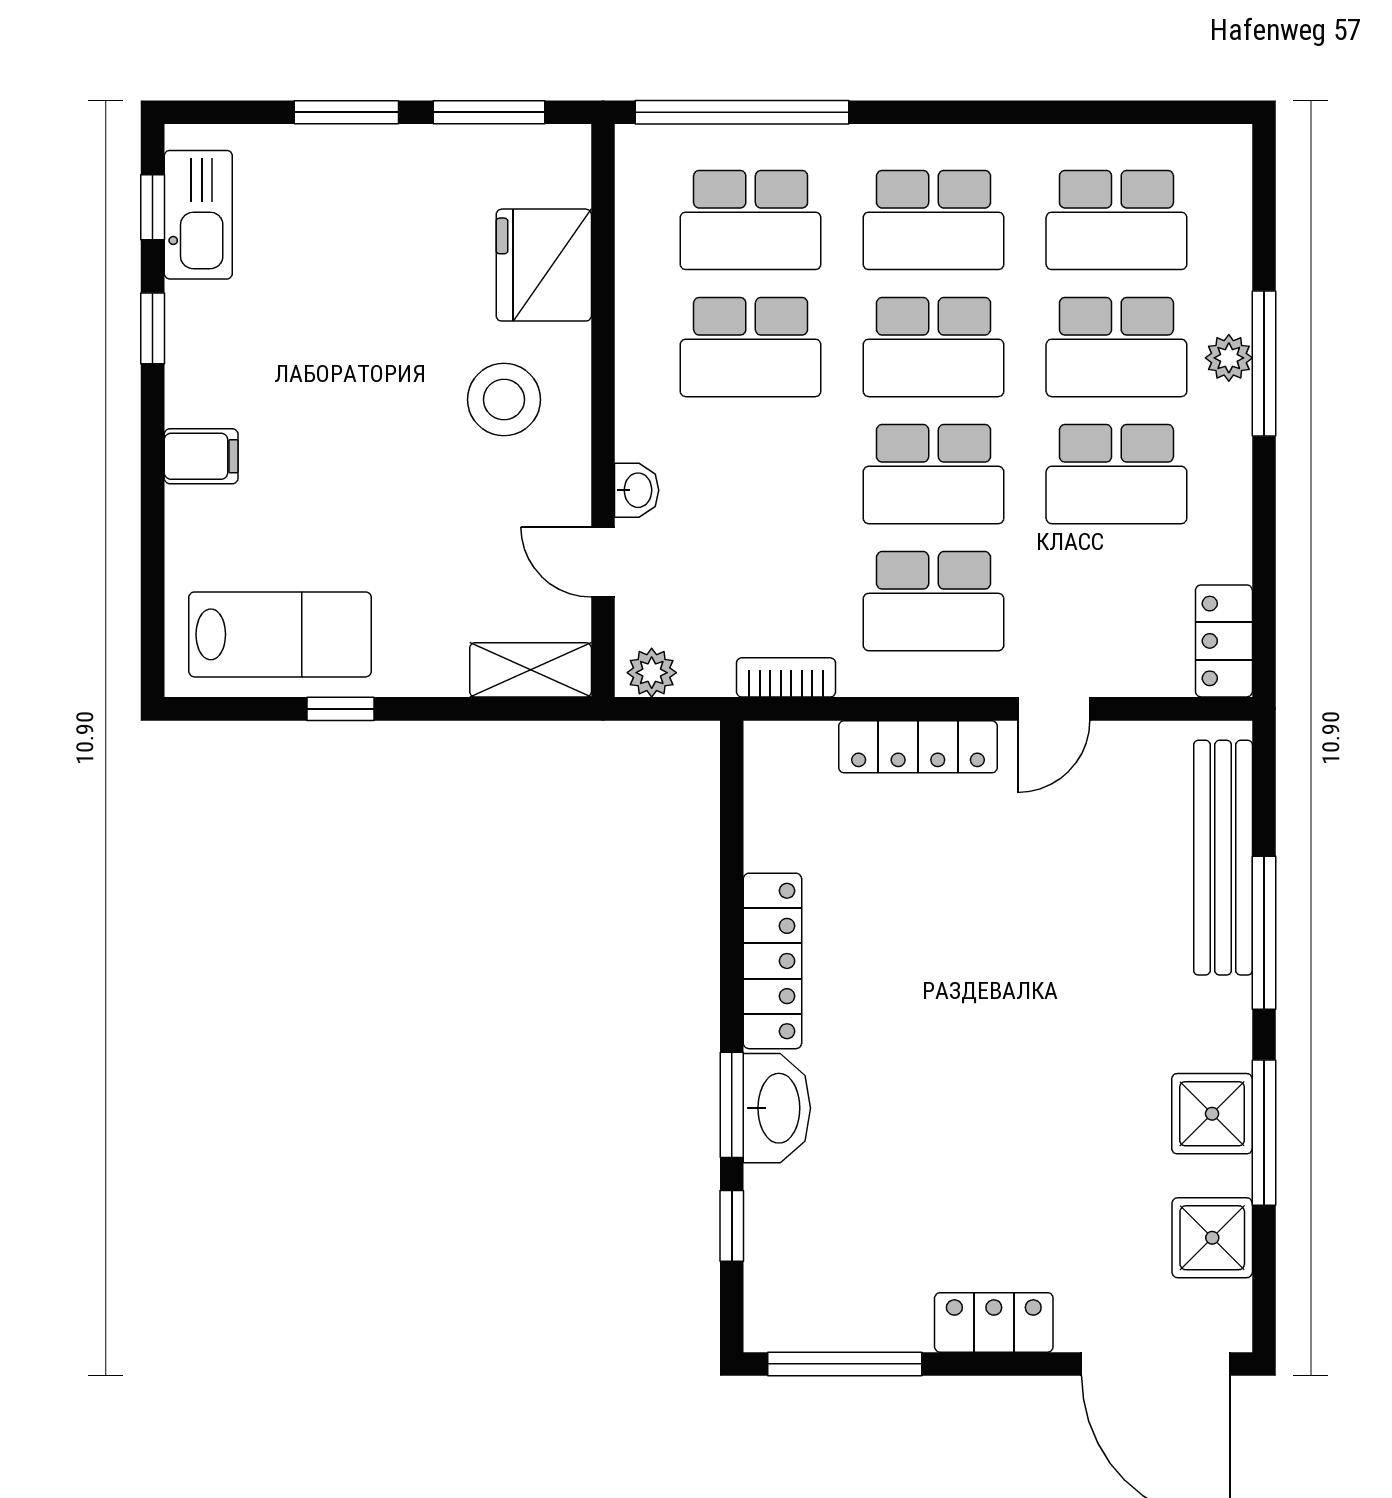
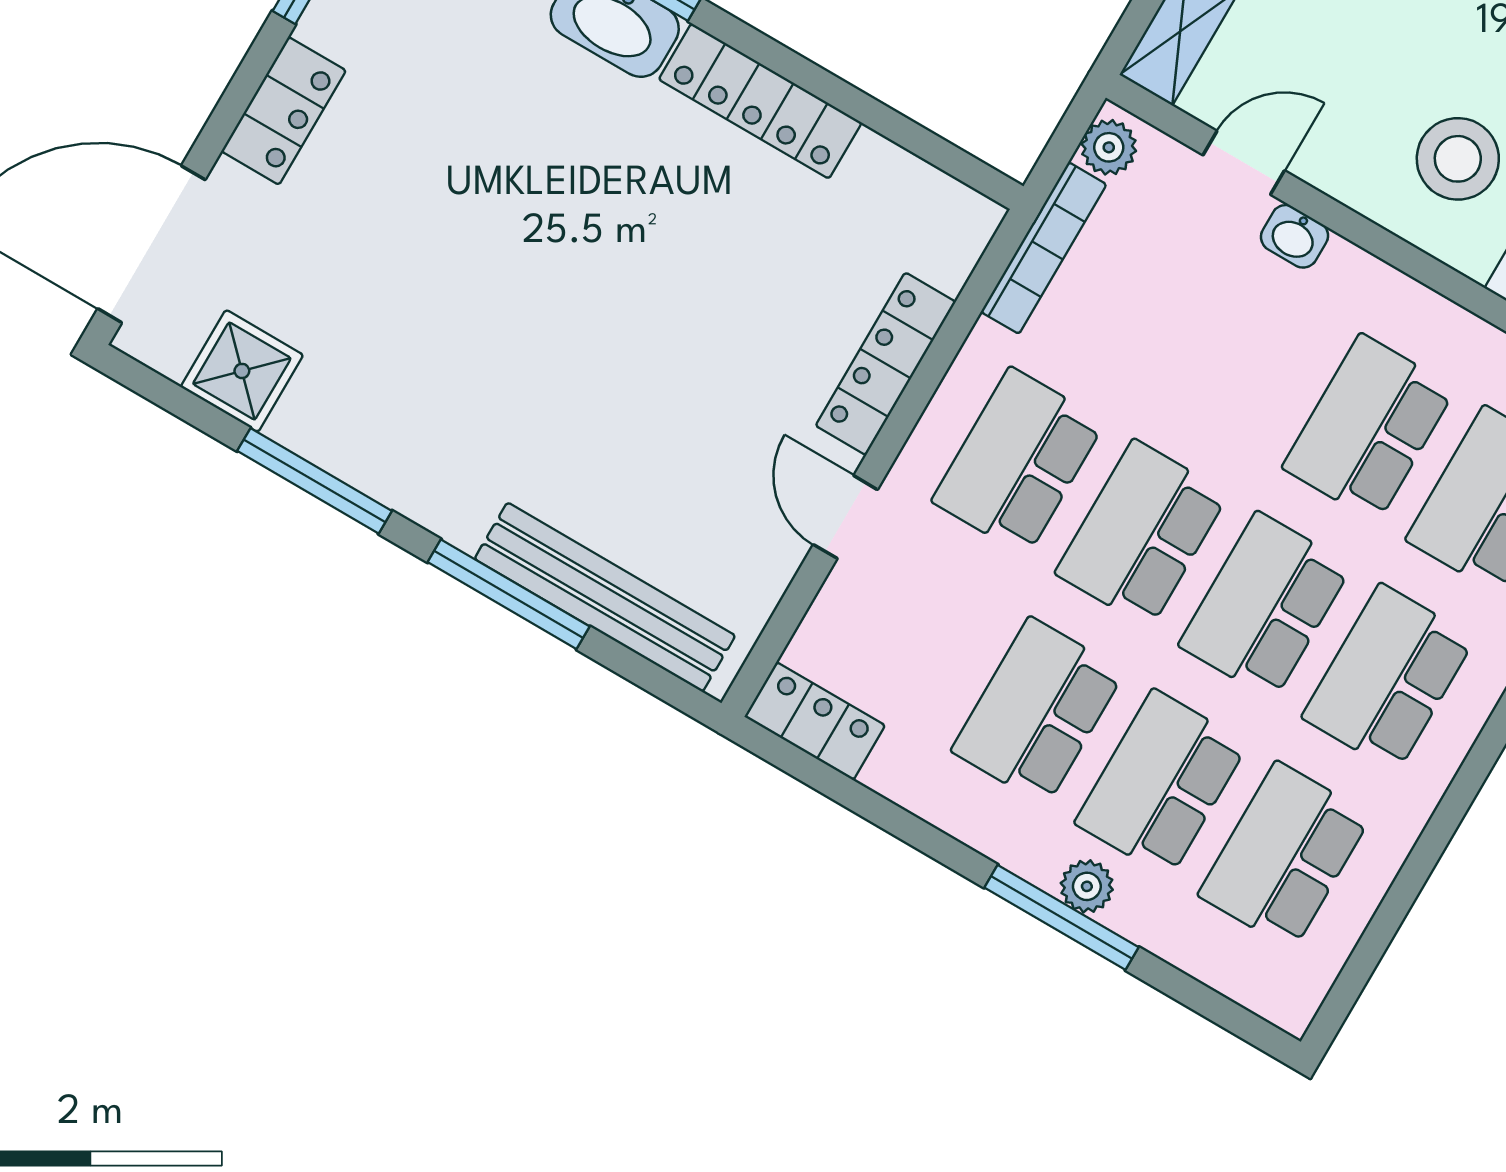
bookcase: (786, 677) -> (1044, 248), width x1.56
shower: (1212, 1114) -> (362, 441), removed

